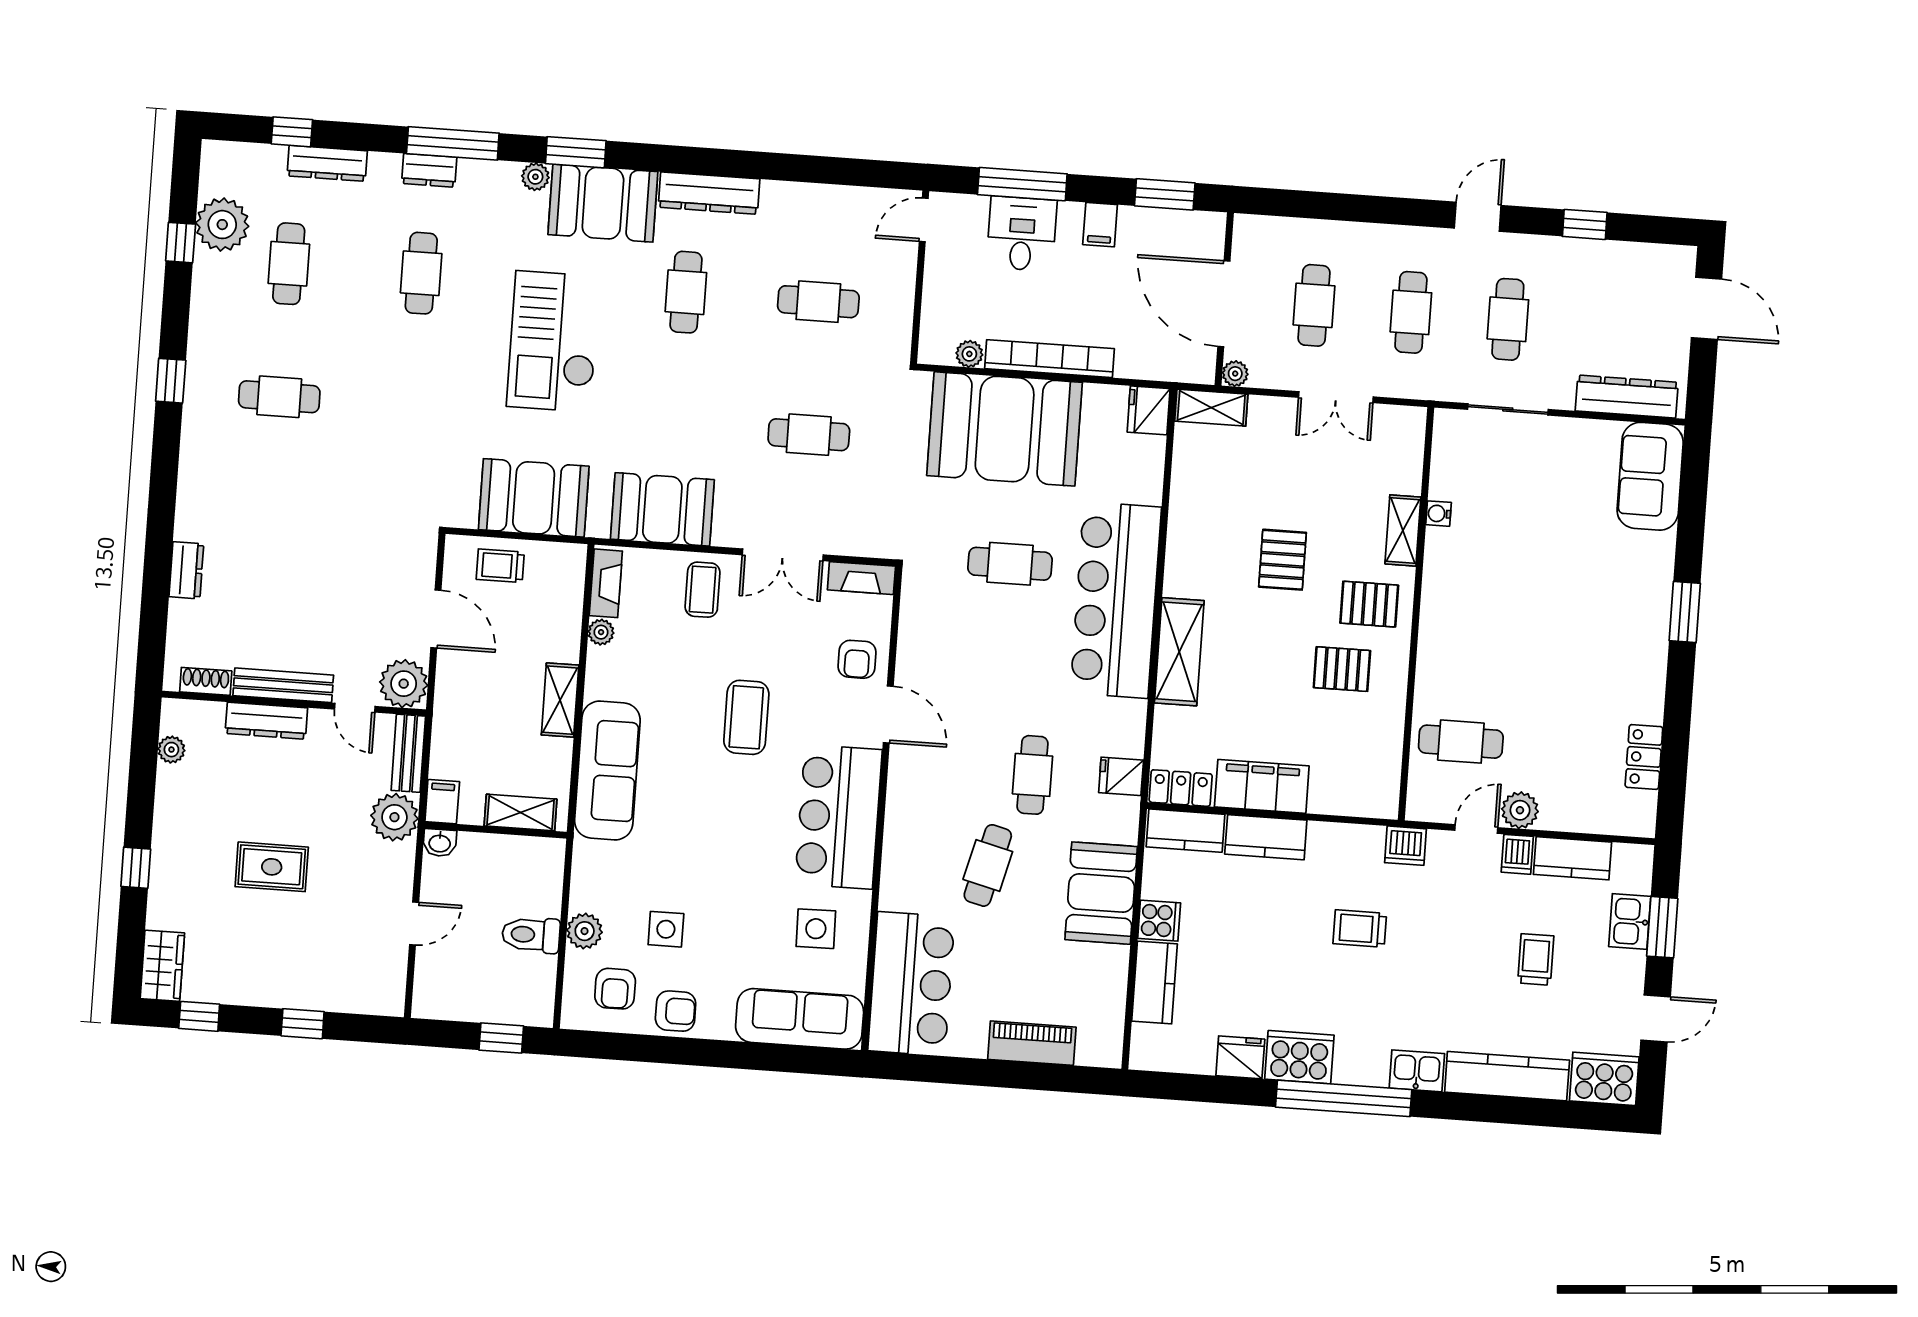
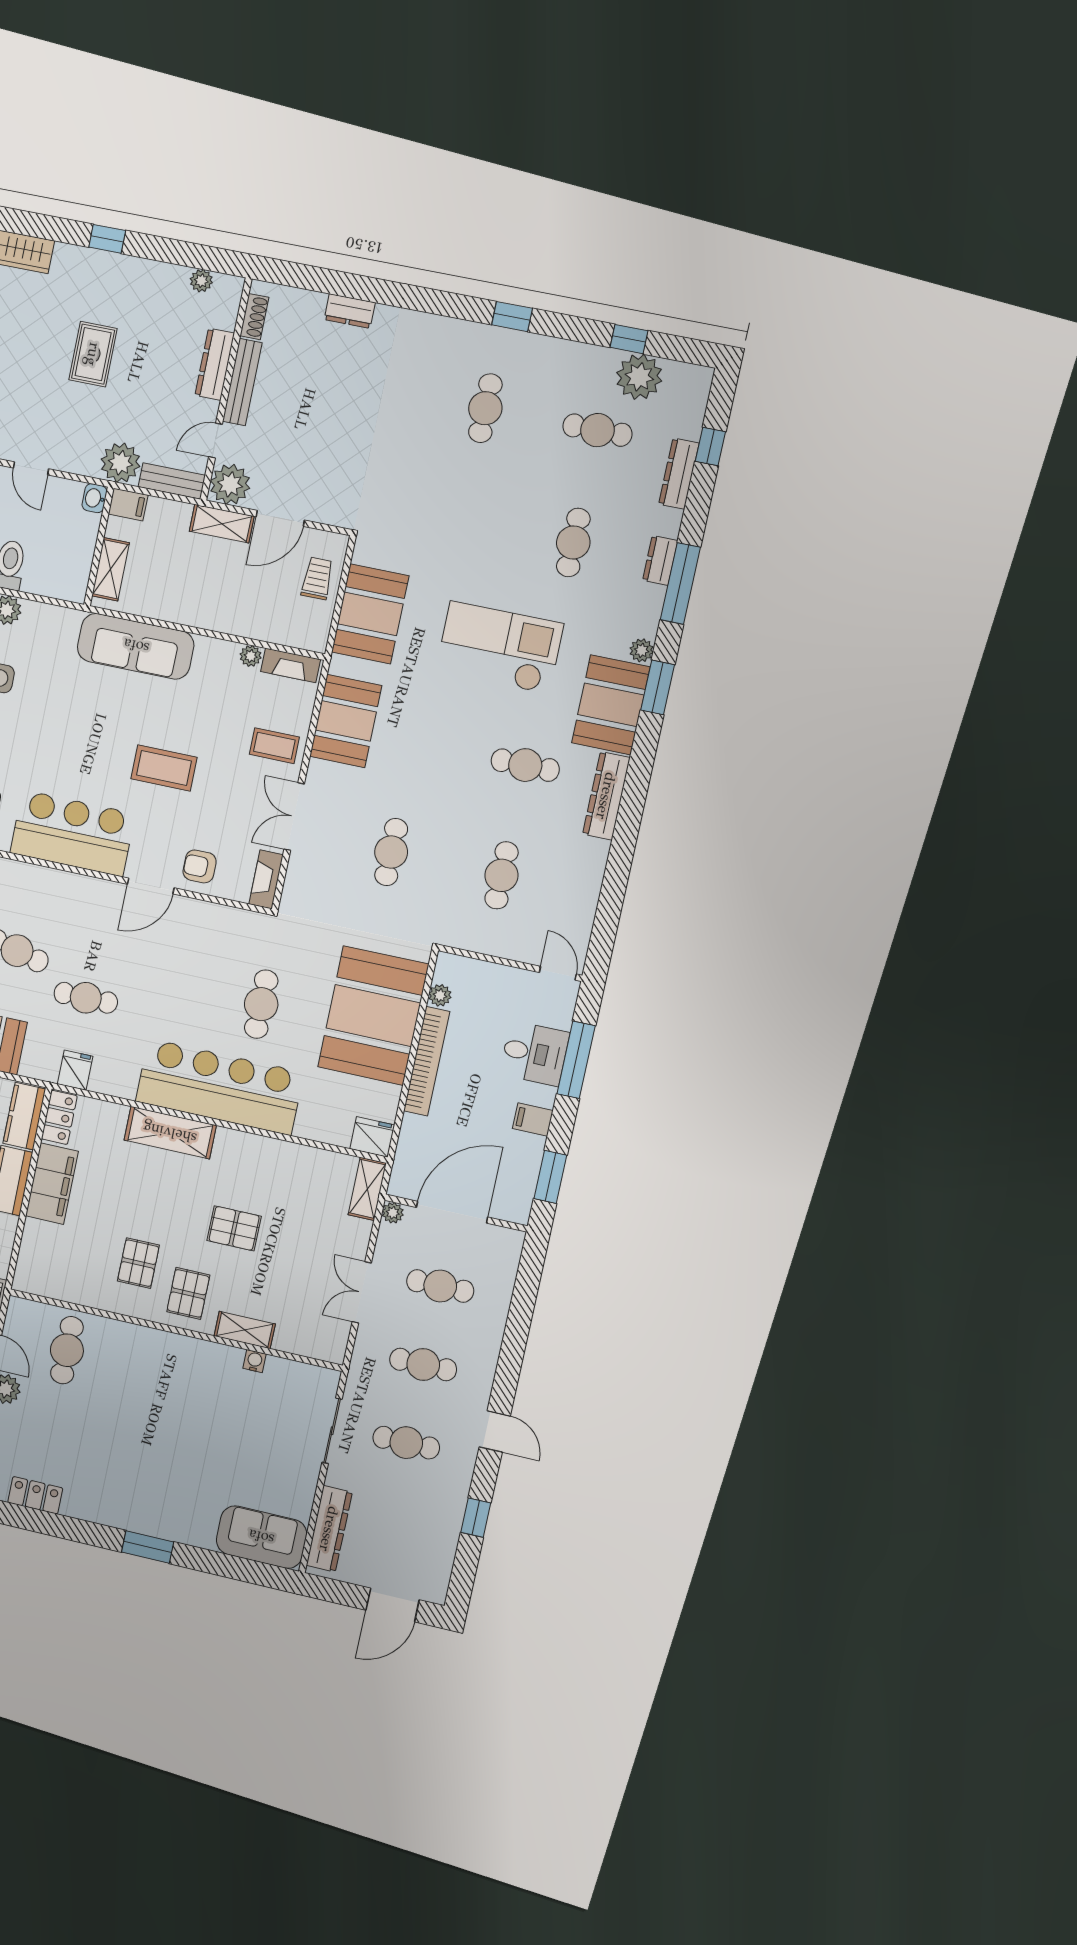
cafe table: (421, 273) -> (573, 542), turned 90
shelving: (560, 700) -> (222, 524), moved

